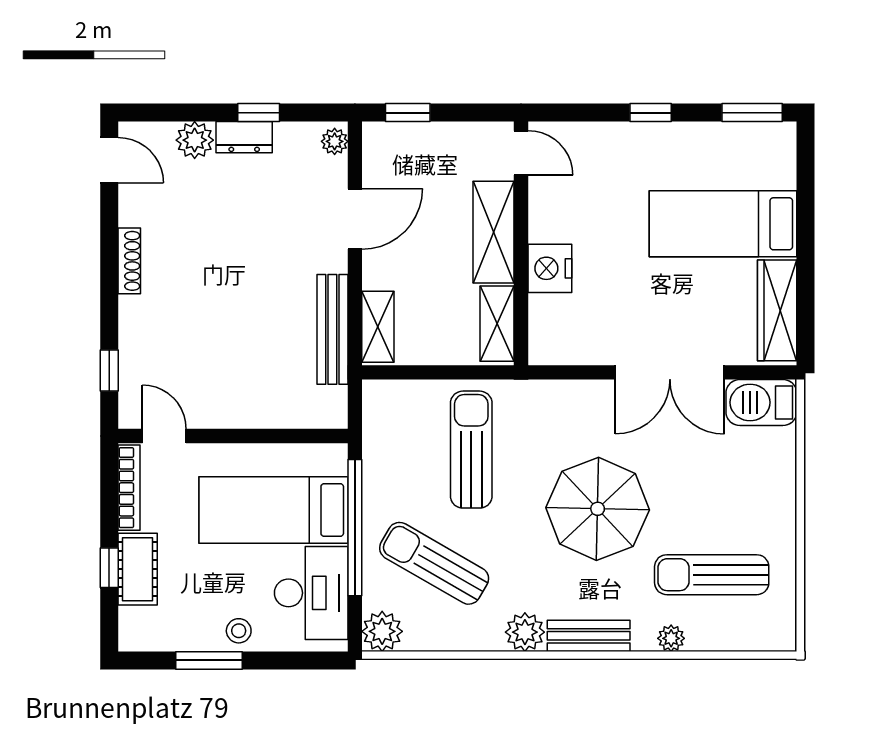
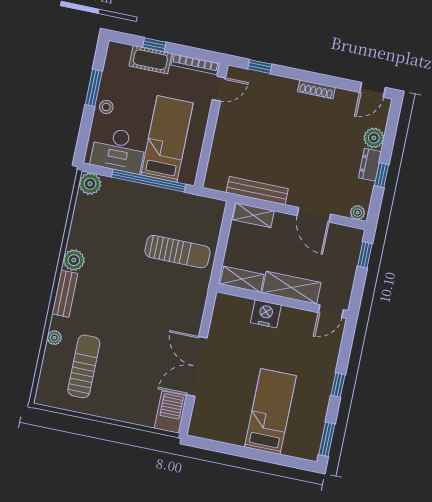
wardrobe: (777, 310) -> (218, 431), removed
parasol: (598, 509) -> (132, 313), removed
sun lounger: (434, 563) -> (121, 219), removed

